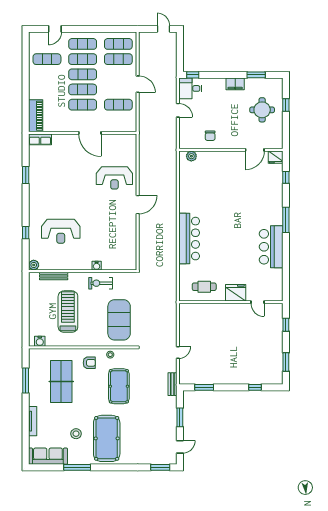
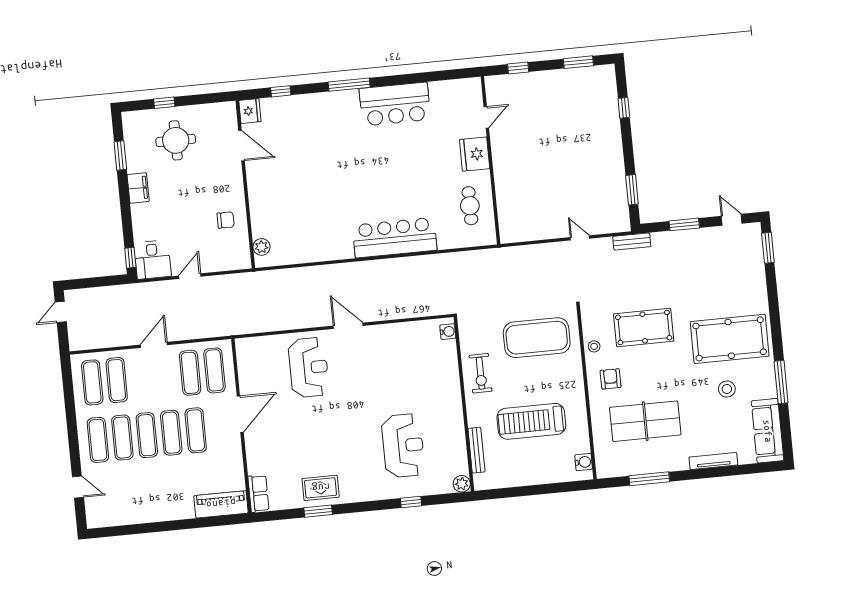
exercise mat: (47, 59) -> (215, 370), moved
rug: (40, 178) -> (321, 488), added
water cooler: (97, 266) -> (448, 332), moved

